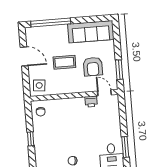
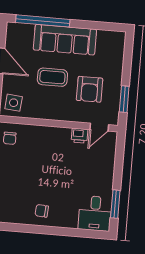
sofa: (91, 32) -> (65, 40), moved
door: (104, 93) -> (99, 127), swing flipped

